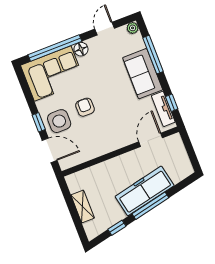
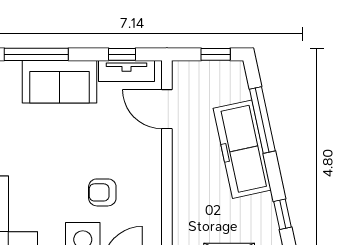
armchair: (85, 107) -> (102, 192), moved
window: (192, 155) -> (216, 54), added
window: (150, 206) -> (262, 120), moved

